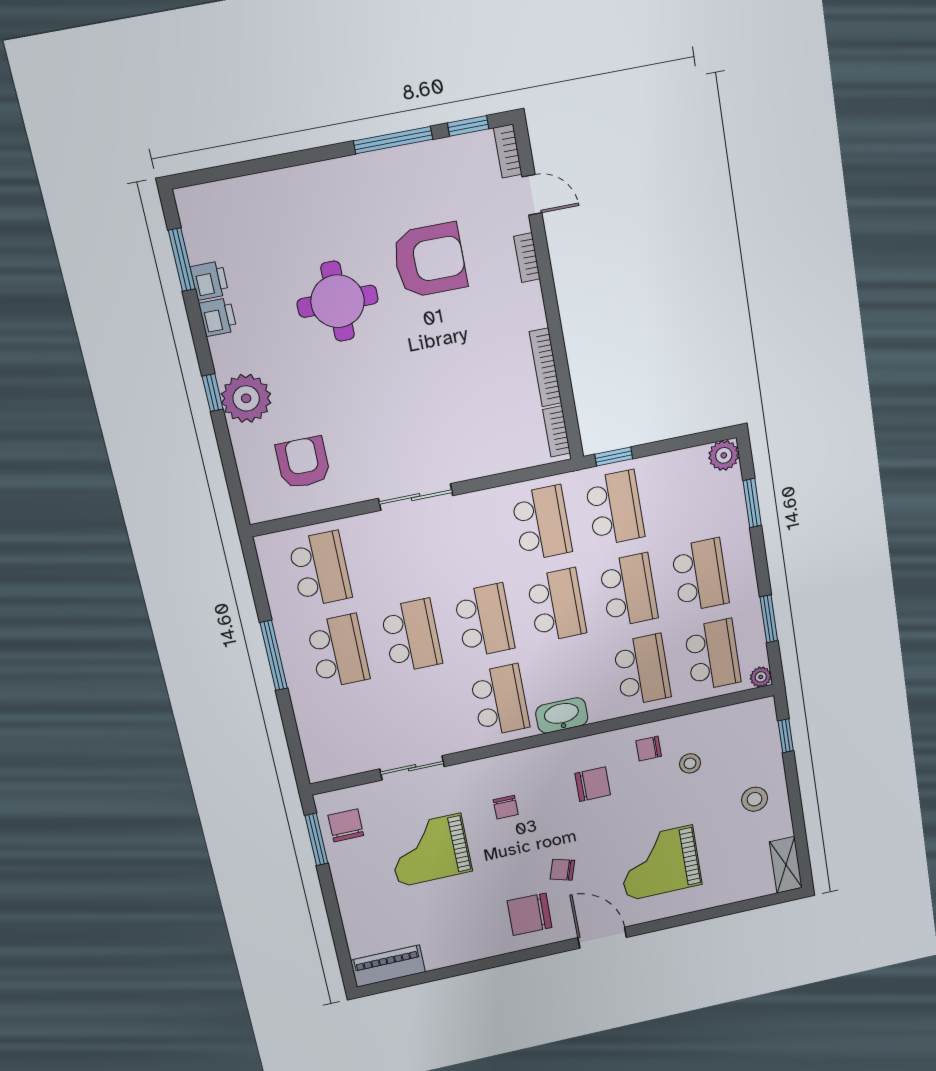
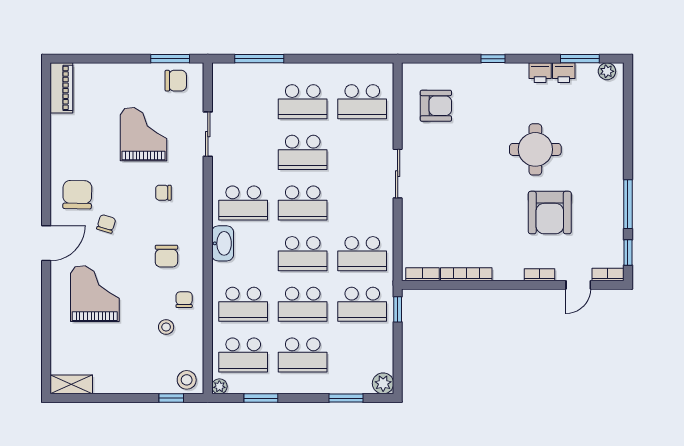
plant: (246, 398) -> (607, 71), moved, width x0.53, depth x0.53
window: (274, 655) -> (259, 59), moved
stool: (755, 799) -> (187, 380), moved

